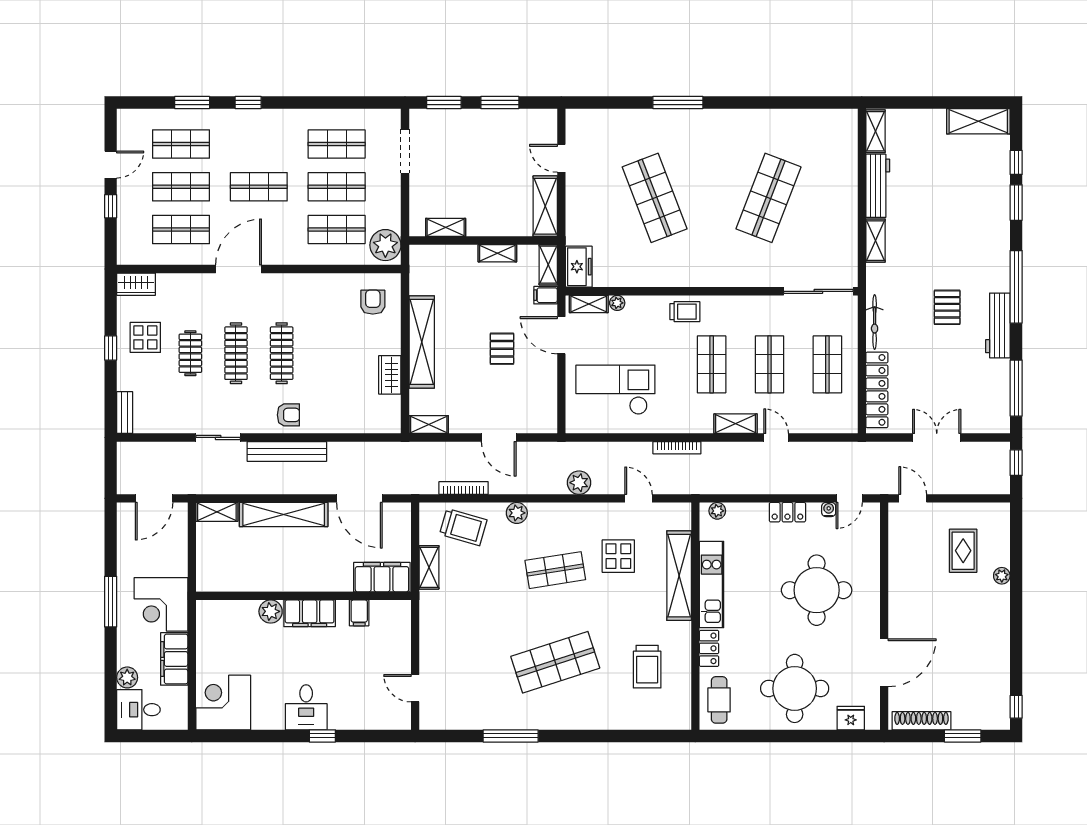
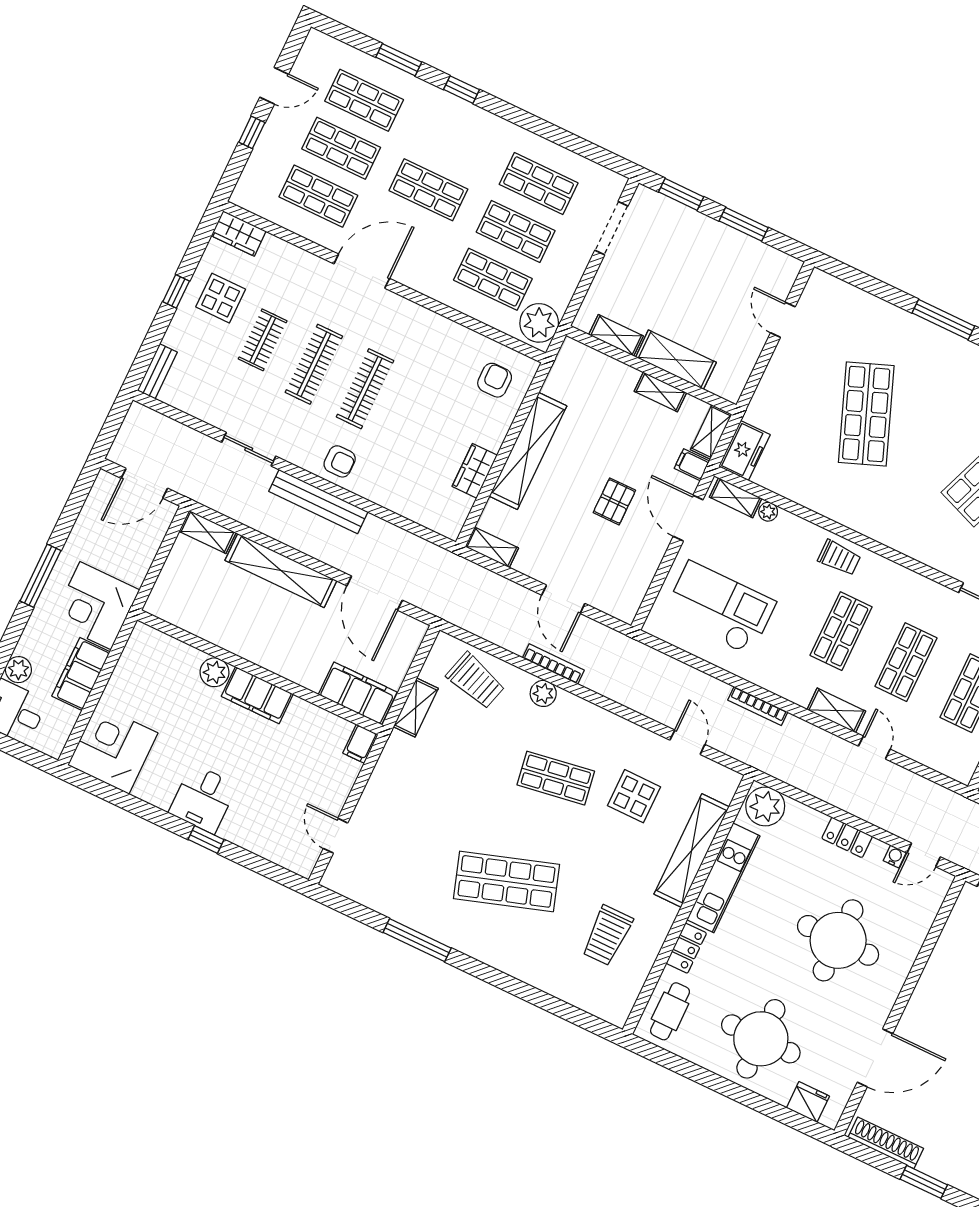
shelving: (545, 206) -> (676, 360), moved, turned 90
plant: (579, 483) -> (629, 693), removed
bookcase: (464, 488) -> (553, 664), moved
plant: (717, 511) -> (765, 806), width x1.87, depth x1.87
filing cabinet: (359, 613) -> (360, 744), moved

